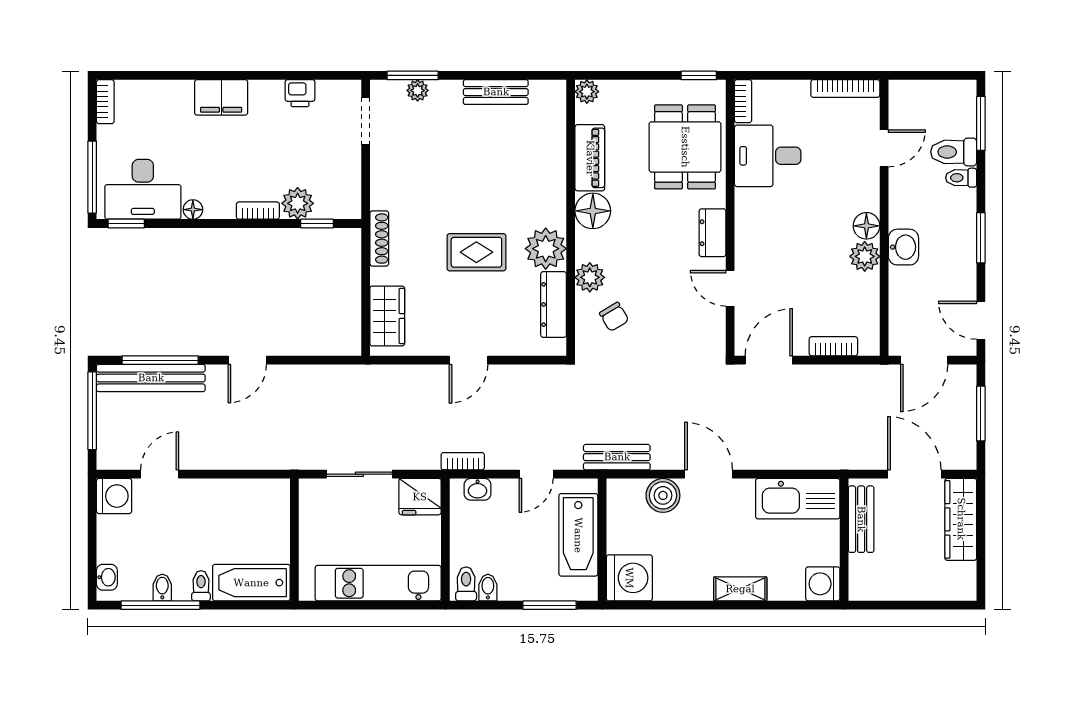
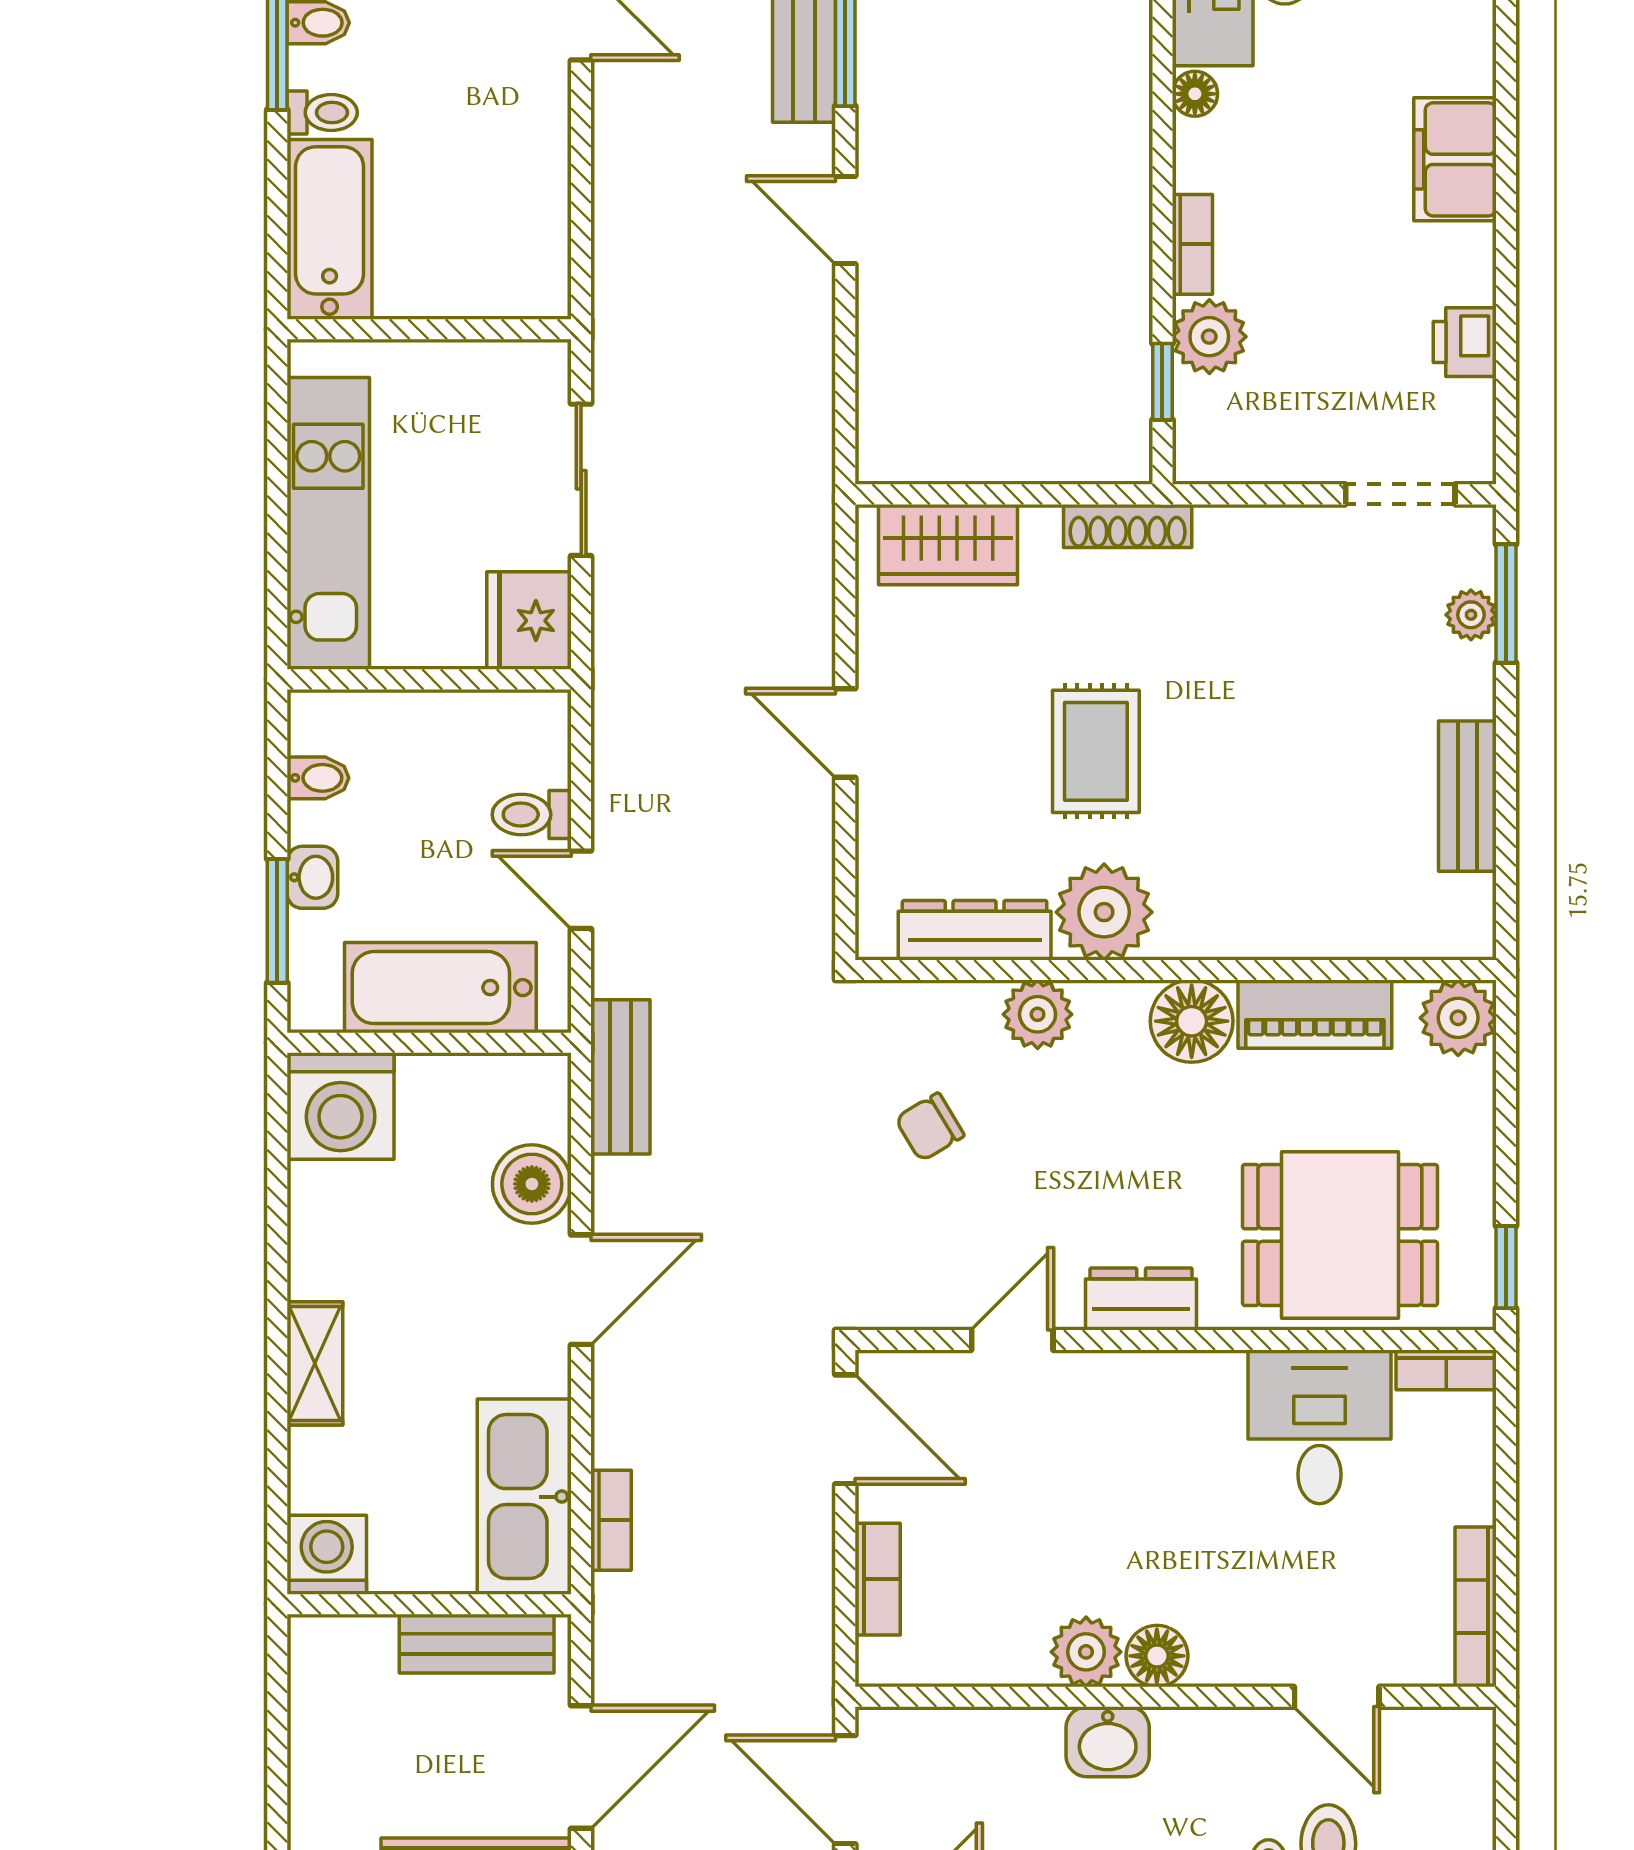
plant: (587, 92) -> (1458, 1018), width x1.38, depth x1.38
chair: (614, 317) -> (930, 1127), moved
bookcase: (463, 461) -> (611, 1520), moved
washbasin: (478, 489) -> (312, 877), moved, turned 180
toilet: (466, 584) -> (532, 815), moved, turned 180

